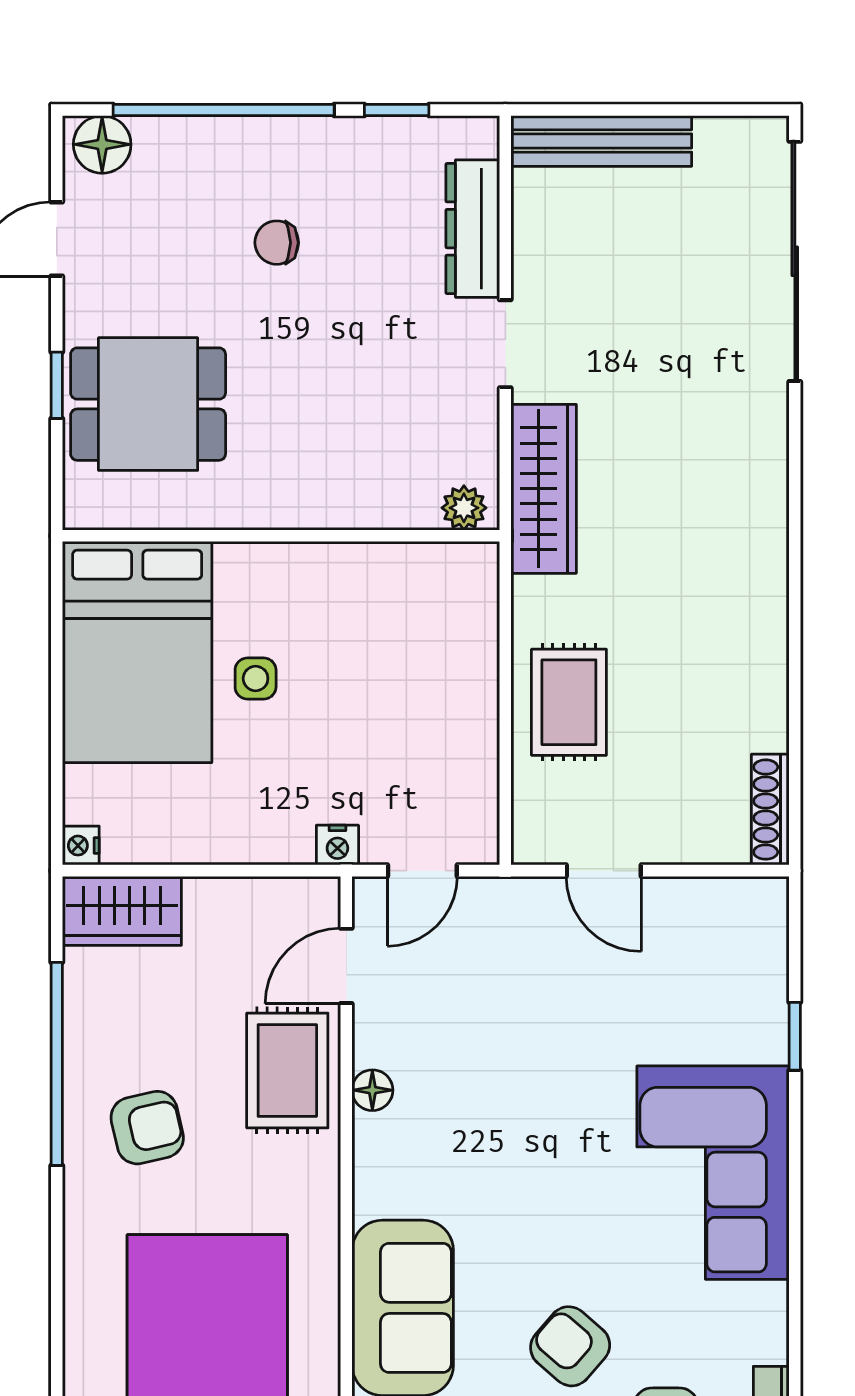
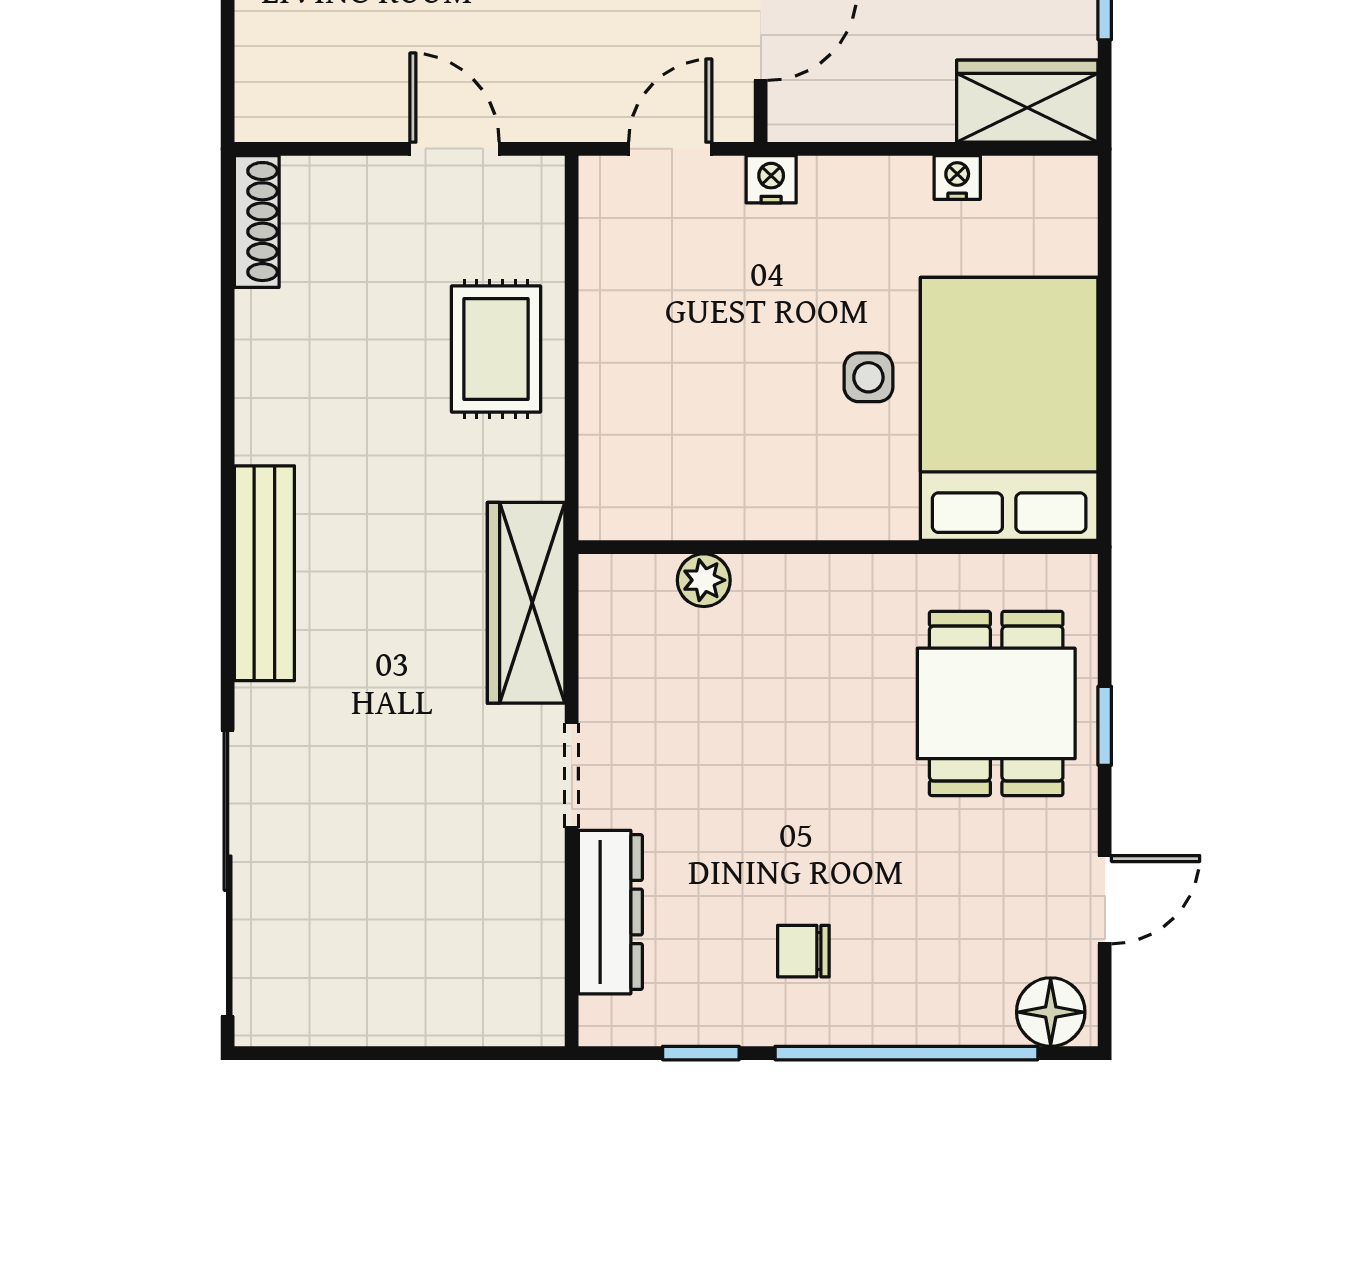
bench: (601, 141) -> (264, 573), moved, turned 90
chair: (277, 243) -> (803, 951), moved, turned 180
dining table: (148, 404) -> (996, 703), turned 90
plant: (464, 508) -> (704, 580), moved
nightstand: (81, 846) -> (957, 178), moved, turned -90

